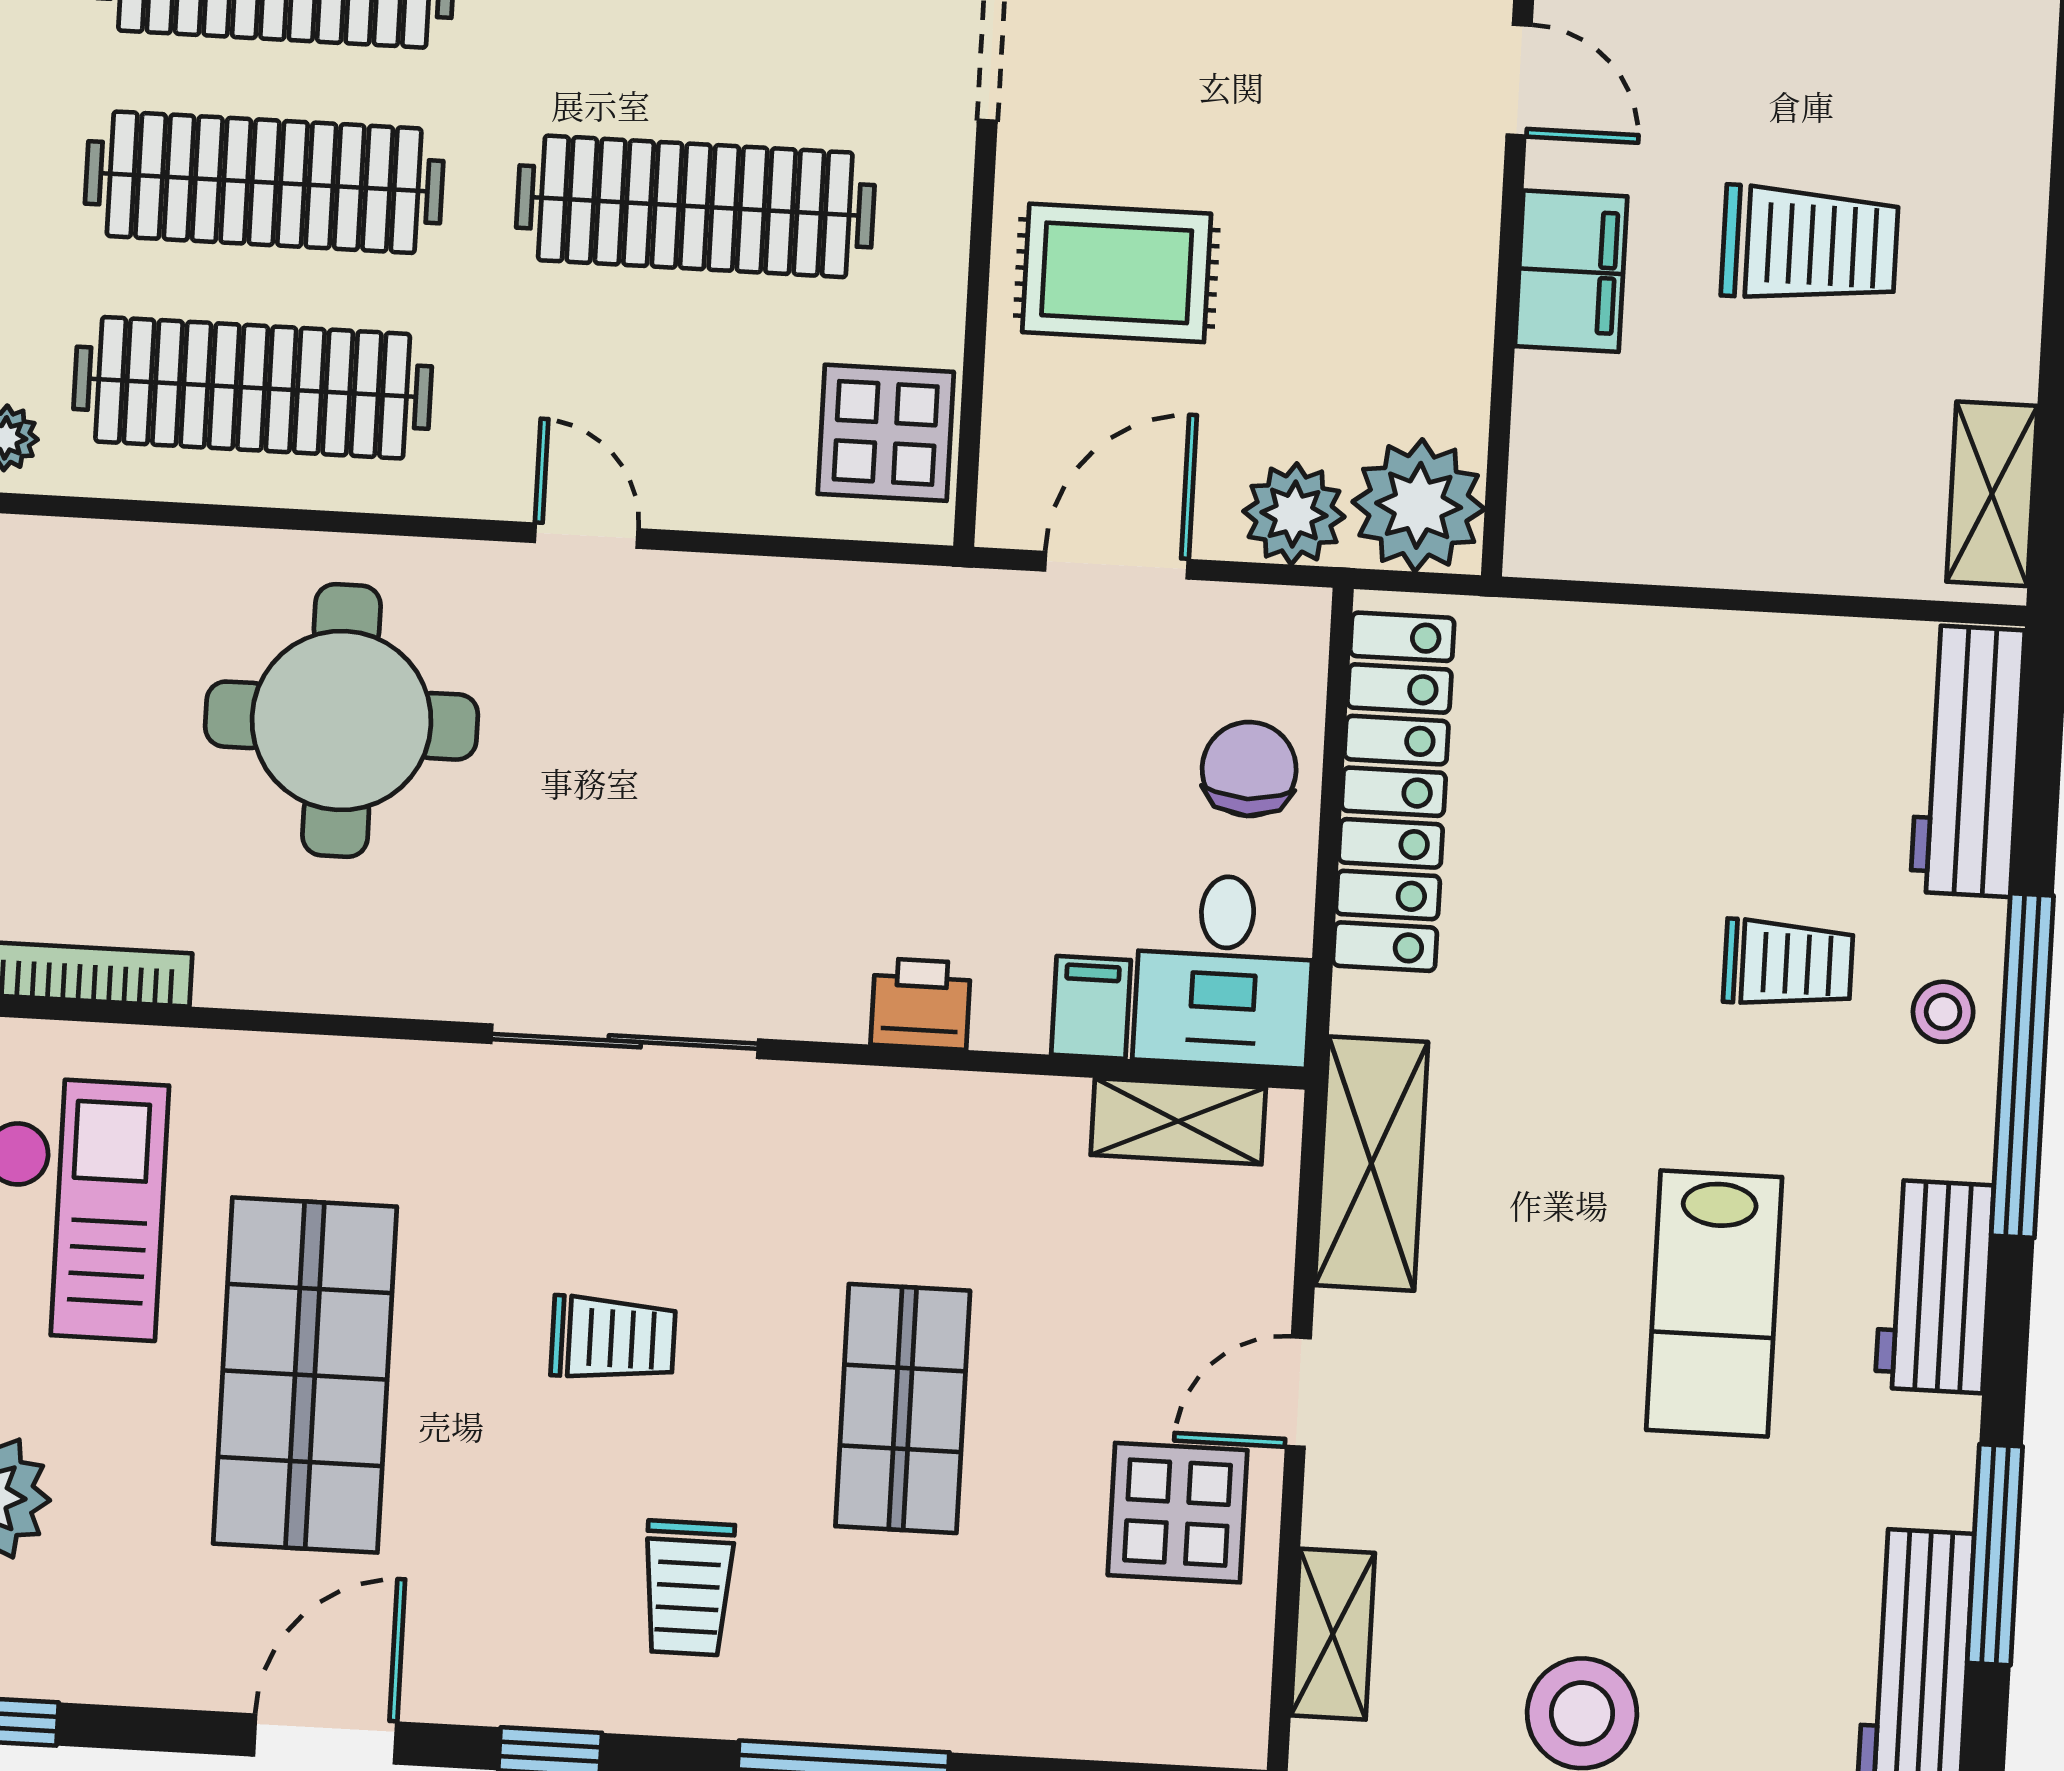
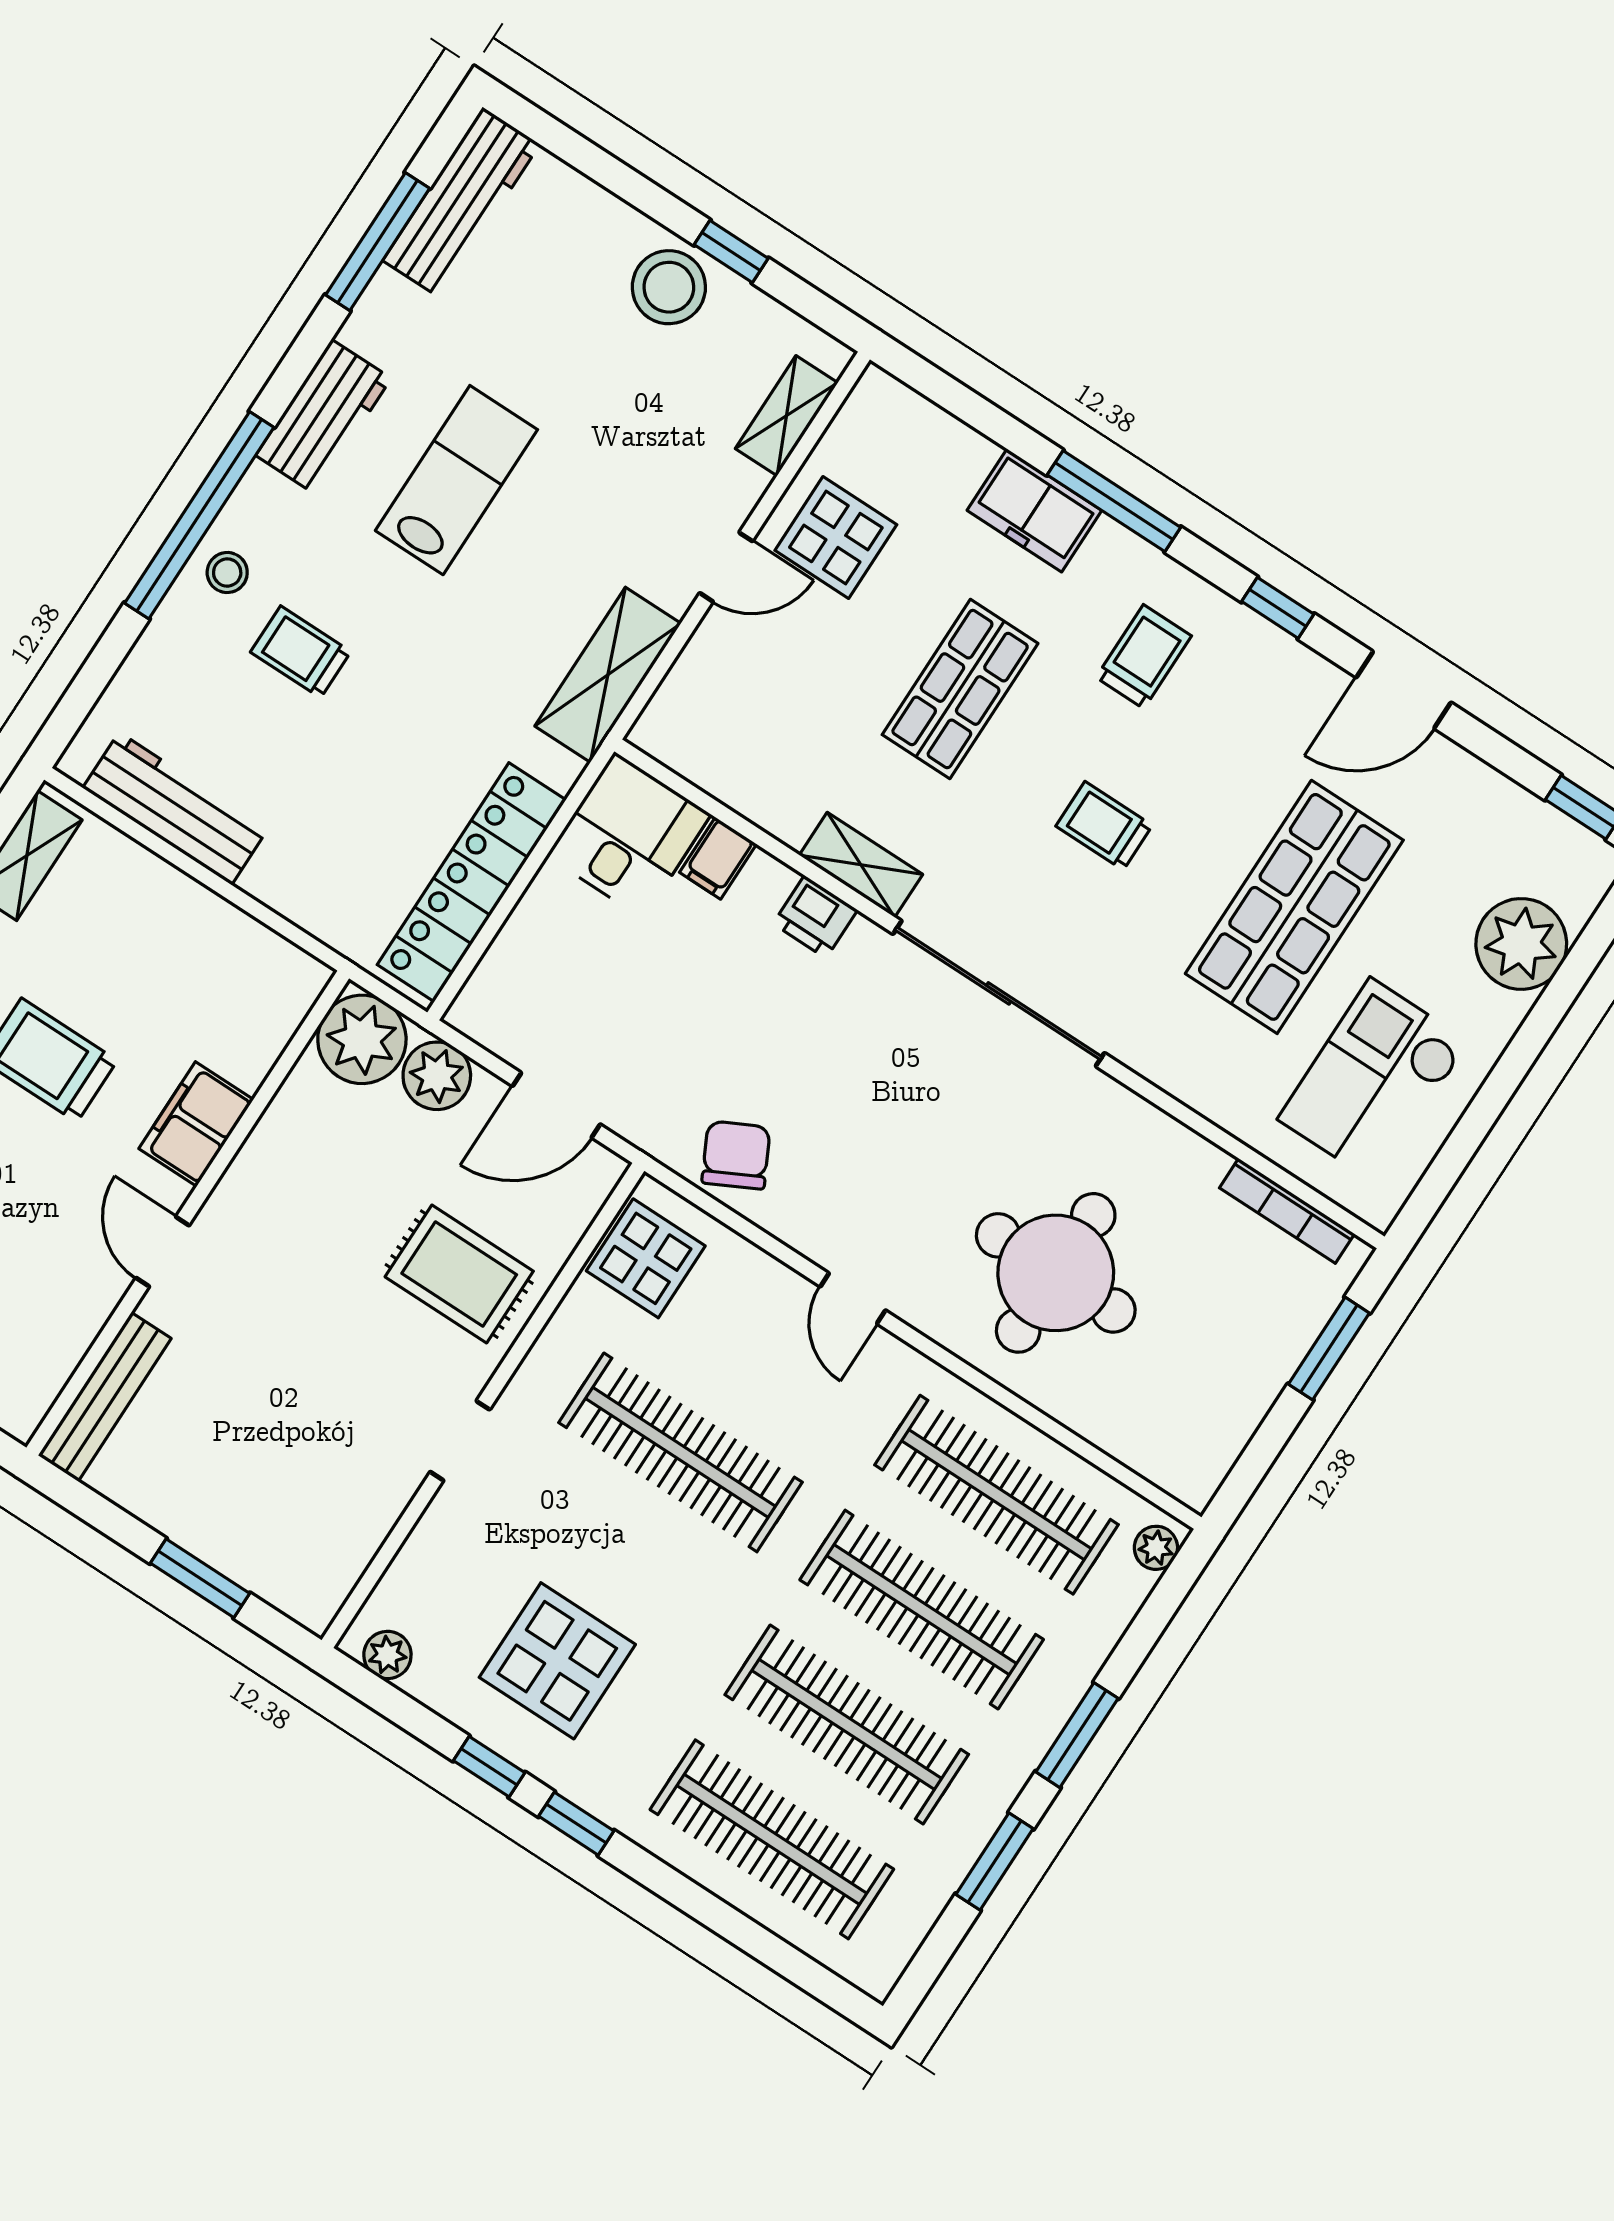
workbench: (1967, 761) -> (175, 808), moved, turned -90
chair: (1249, 769) -> (736, 1155), moved, turned 153
sliding door: (625, 1041) -> (999, 993), width x1.36
shelving: (1178, 1121) -> (861, 865), moved
freezer: (940, 1696) -> (1034, 510), added

